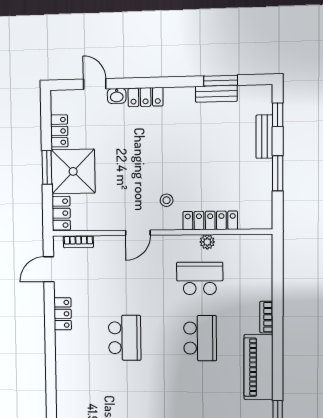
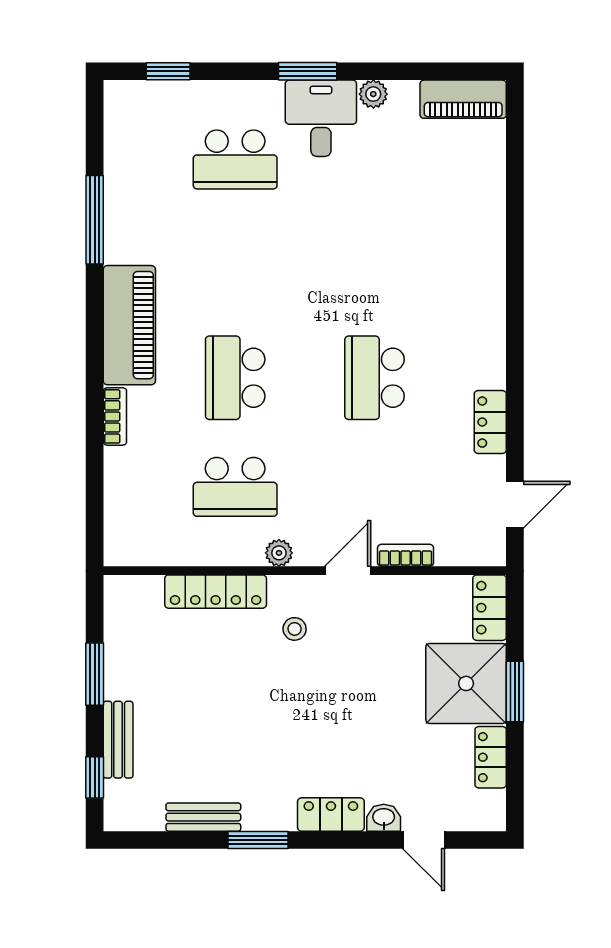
window: (221, 81) -> (258, 840), moved
bookcase: (78, 242) -> (406, 555), moved
plant: (207, 242) -> (279, 553), moved

